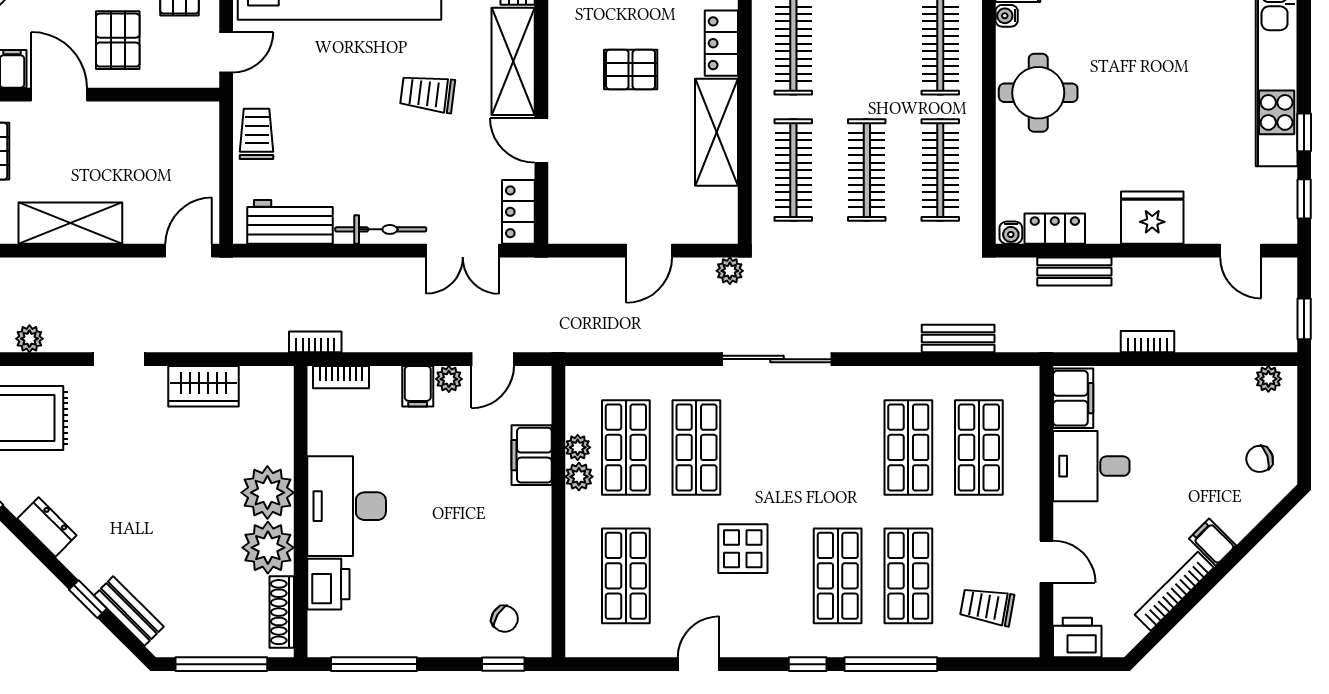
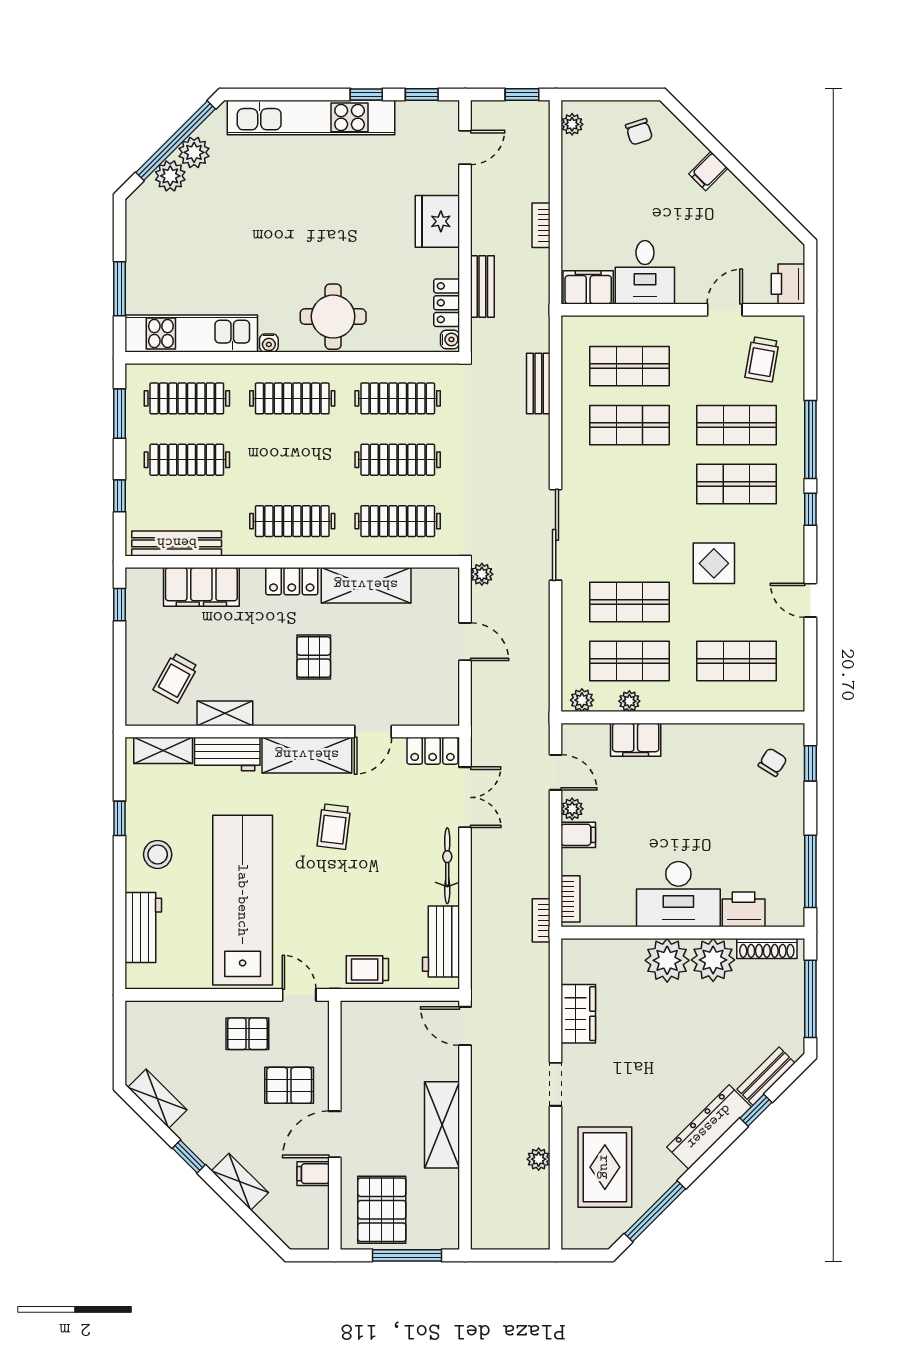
plant: (579, 477) -> (582, 700), moved
dresser: (47, 527) -> (709, 1127), width x1.96, depth x1.24
bookcase: (1174, 591) -> (749, 203), removed

